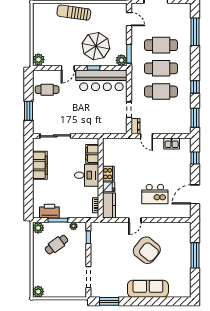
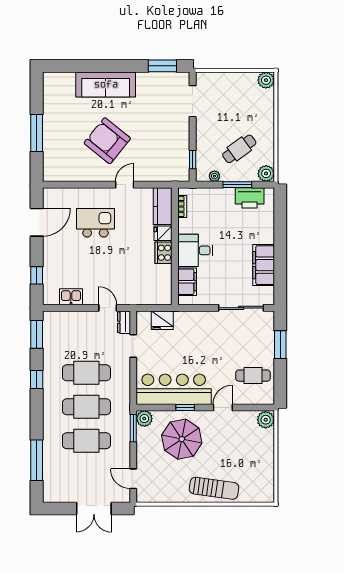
fridge: (109, 127) -> (162, 320), added

